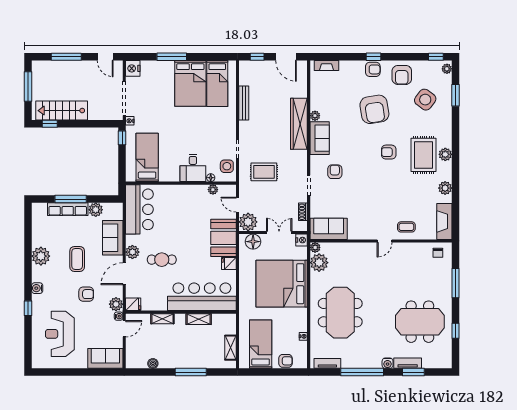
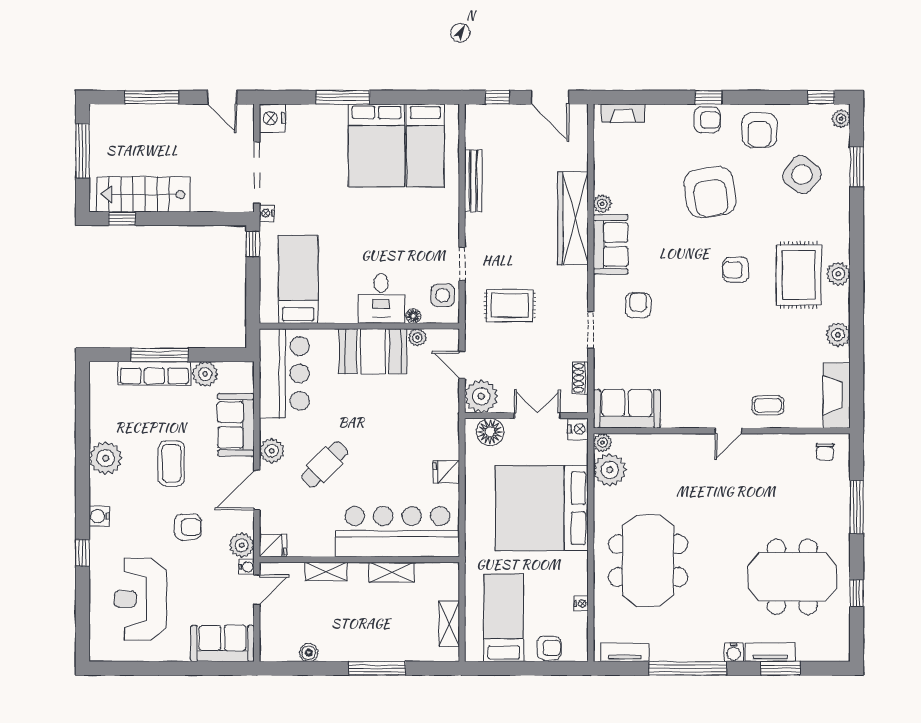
booth: (224, 238) -> (373, 351), moved, turned 90
cafe table: (162, 260) -> (325, 464), turned -45

